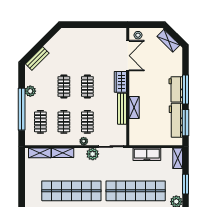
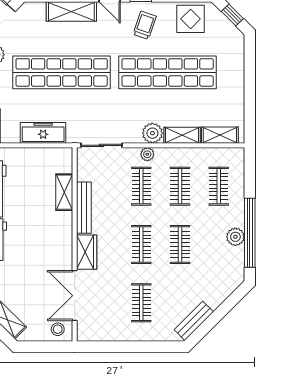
clothes rail: (87, 51) -> (141, 303), added
bench: (37, 59) -> (194, 321), moved
shelving: (134, 107) -> (64, 192), moved
window: (22, 109) -> (250, 233), moved
plant: (93, 154) -> (152, 133), moved

